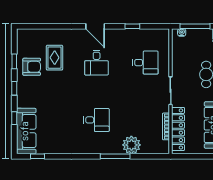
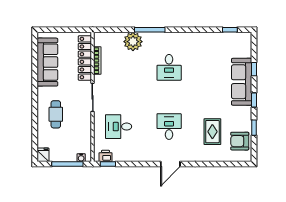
door: (95, 26) -> (170, 164), swing flipped
window: (132, 26) -> (108, 164), moved
printer: (158, 34) -> (106, 156), added
armchair: (32, 67) -> (240, 141), moved
desk: (97, 120) -> (169, 67), turned -90
sofa: (26, 131) -> (242, 82), moved

